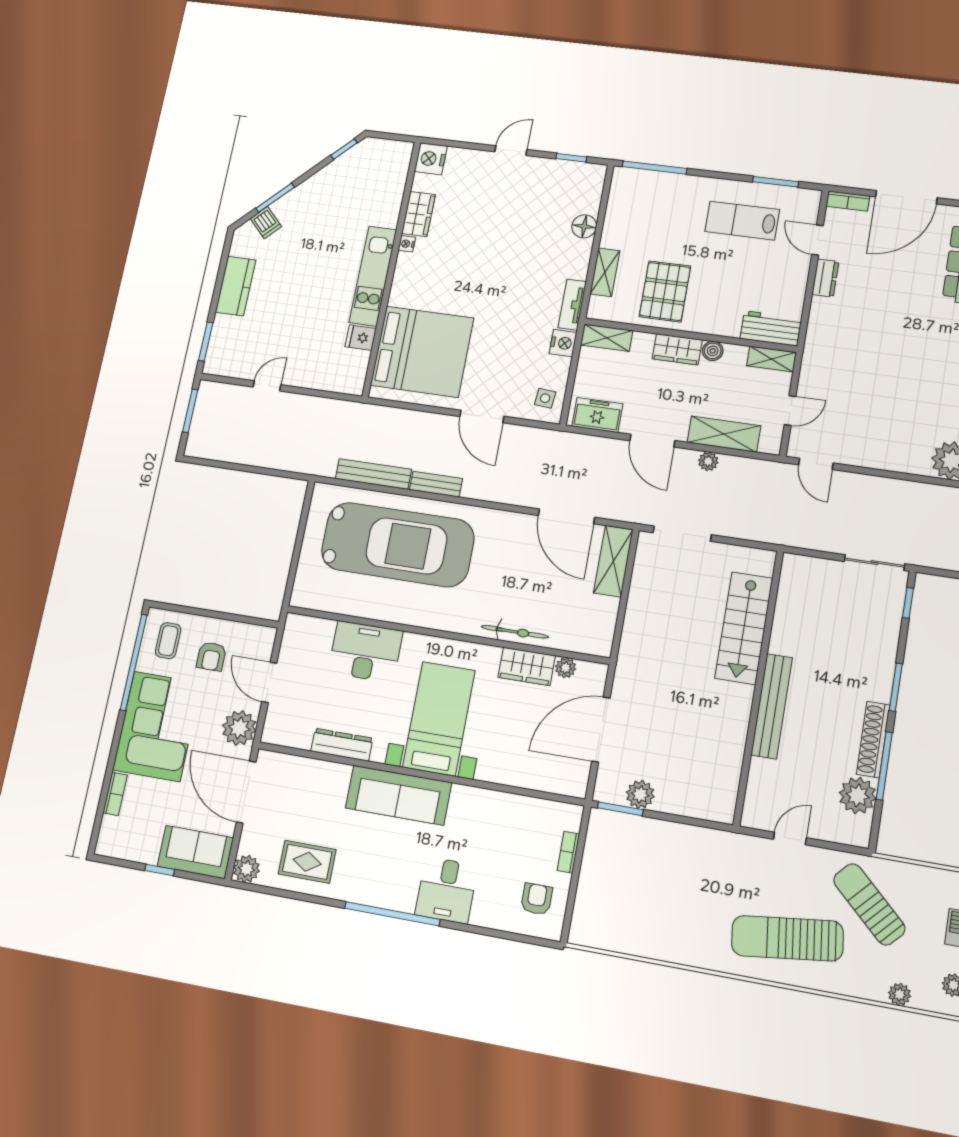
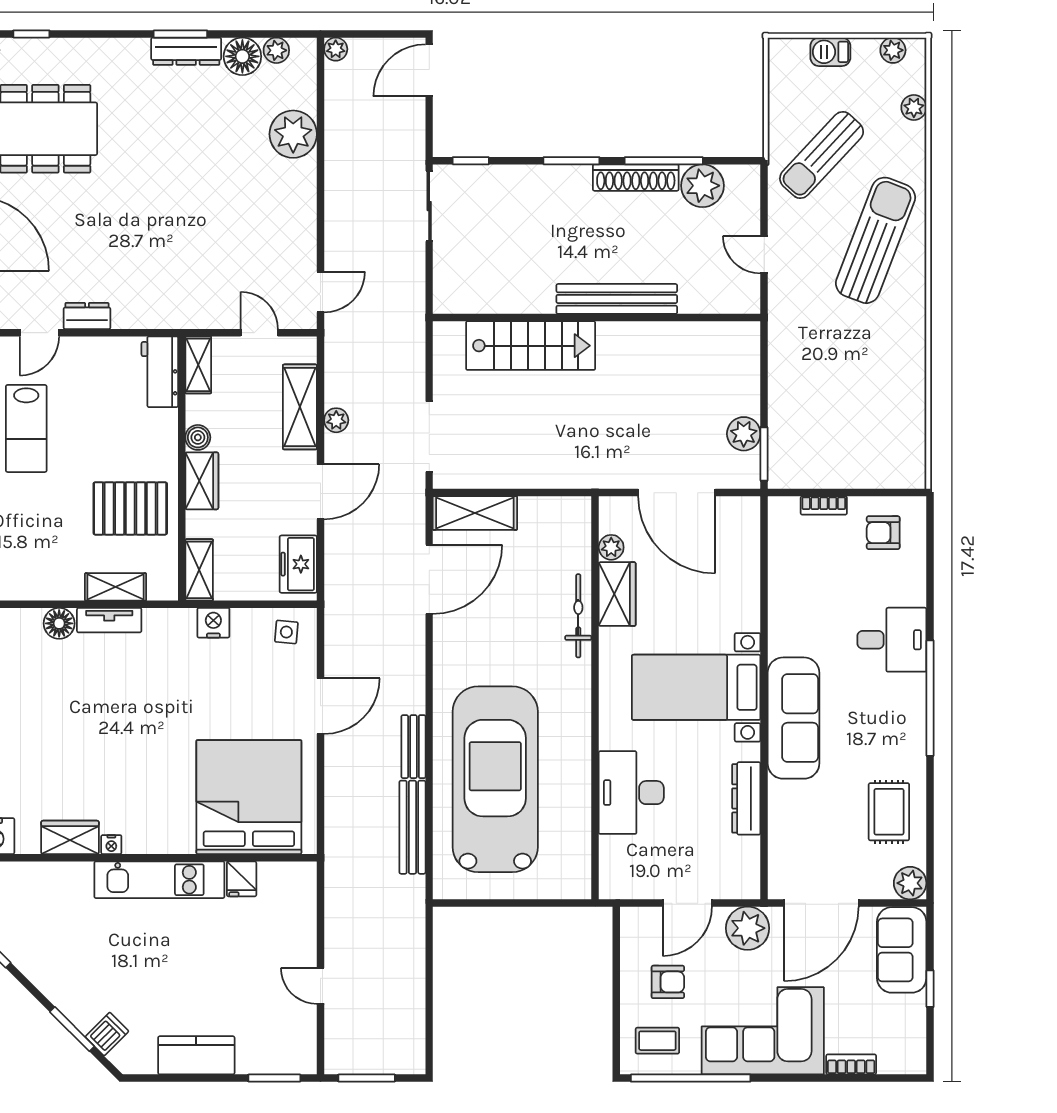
tv unit: (572, 305) -> (109, 620), moved
sun lounger: (787, 938) -> (875, 240), turned -152

